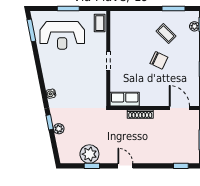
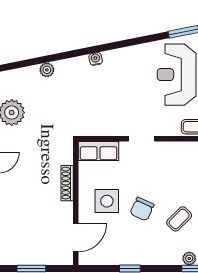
side table: (153, 86) -> (107, 201), added
row of seats: (125, 99) -> (98, 151), moved, turned 90
window: (50, 122) -> (56, 57), removed

